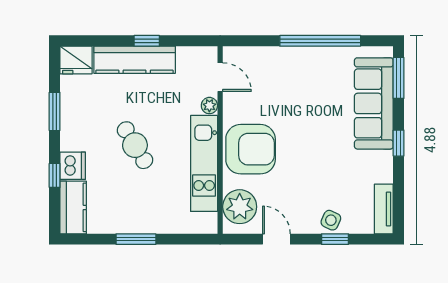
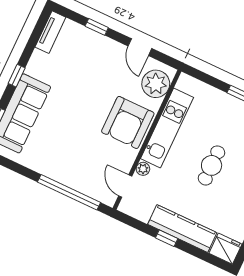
window: (320, 41) -> (69, 192), moved
cafe table: (135, 145) -> (212, 165), turned 31
armchair: (251, 149) -> (128, 122), turned -90
side table: (331, 220) -> (93, 42), removed

